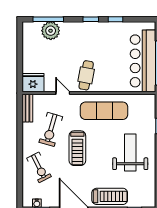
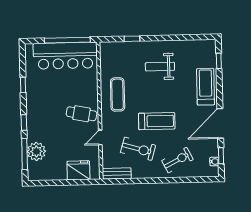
window: (91, 19) -> (24, 123), moved
fridge: (33, 83) -> (78, 170), moved, turned 90
exercise mat: (104, 111) -> (118, 94), width x0.73, depth x0.69
weight bench: (130, 153) -> (160, 67), width x0.73, depth x0.75

